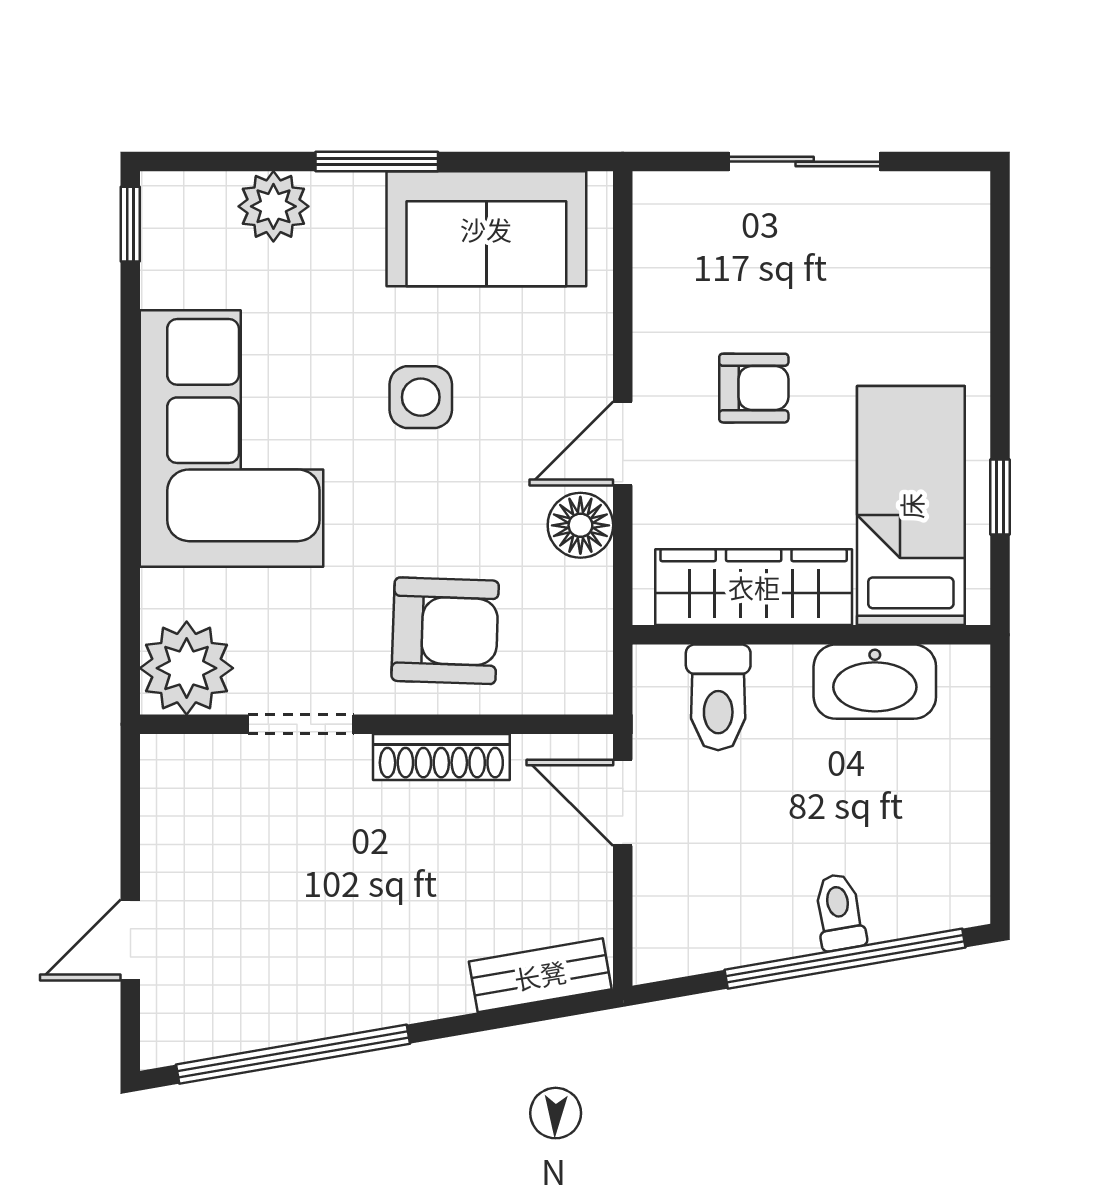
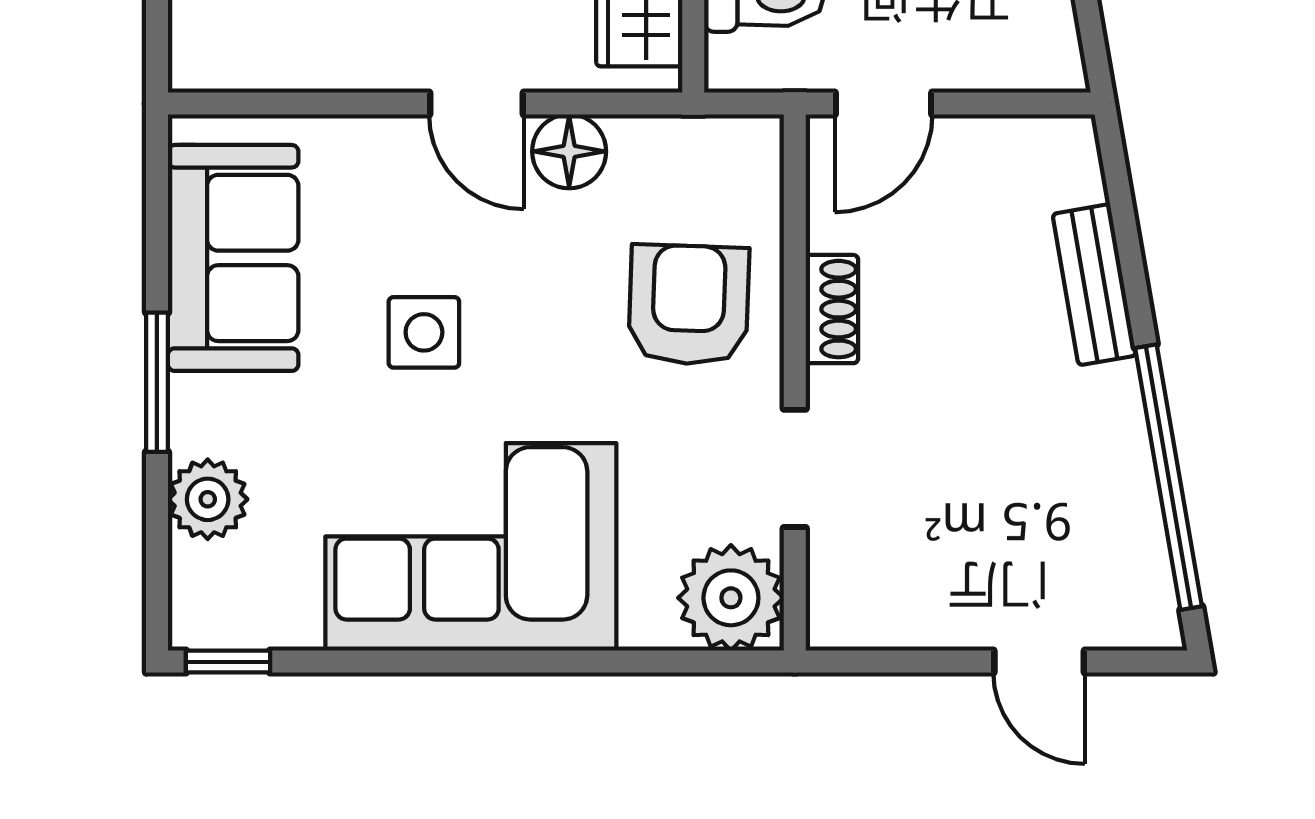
shoe rack: (441, 757) -> (832, 309), width x0.70
bench: (540, 975) -> (1094, 285), moved

